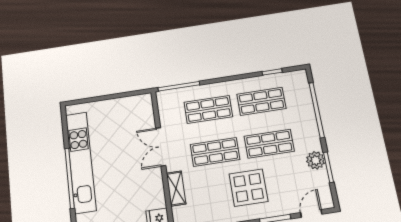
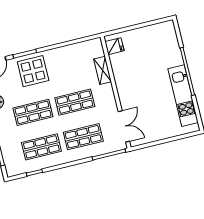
double door: (161, 147) -> (124, 126), moved
kitchen unit: (81, 162) -> (183, 96), width x0.73
display table: (248, 188) -> (33, 71), moved

